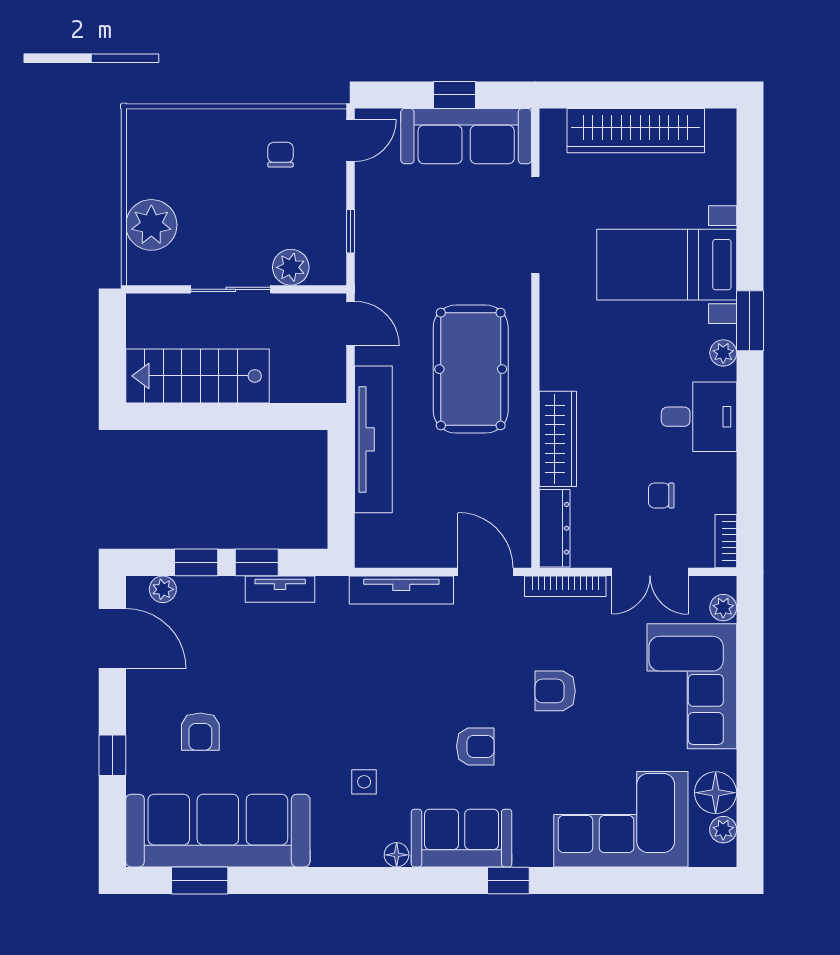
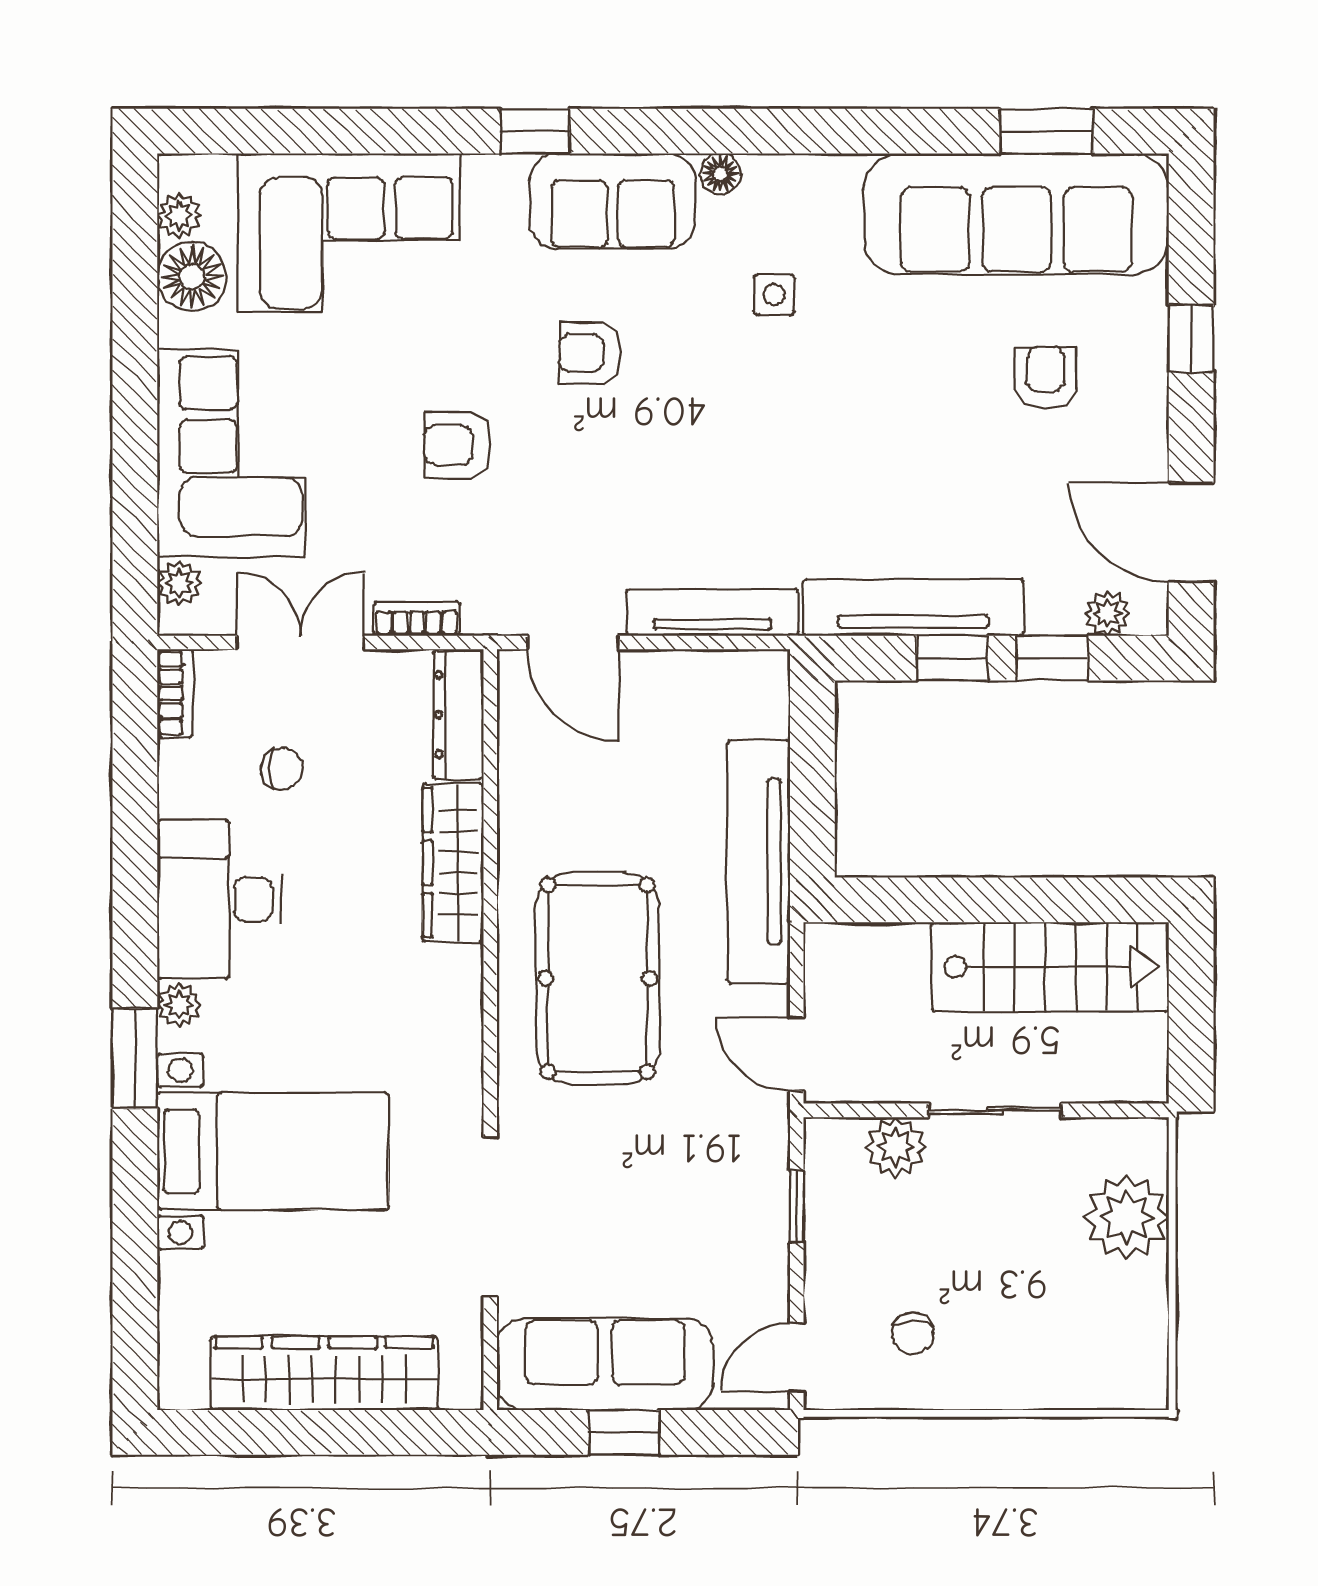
desk: (699, 417) -> (219, 899), width x1.37
bookcase: (565, 586) -> (417, 619), width x0.64
tv unit: (280, 589) -> (913, 608), width x1.92, depth x1.29
armchair: (555, 691) -> (458, 445), turned 180

